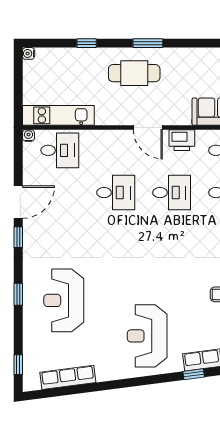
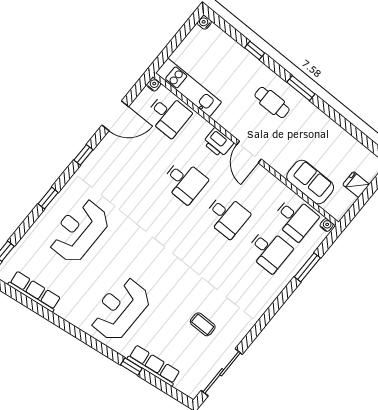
cafe table: (134, 73) -> (272, 102), width x0.73, depth x0.74
printer: (182, 140) -> (218, 143), moved
door: (18, 202) -> (115, 116), moved

